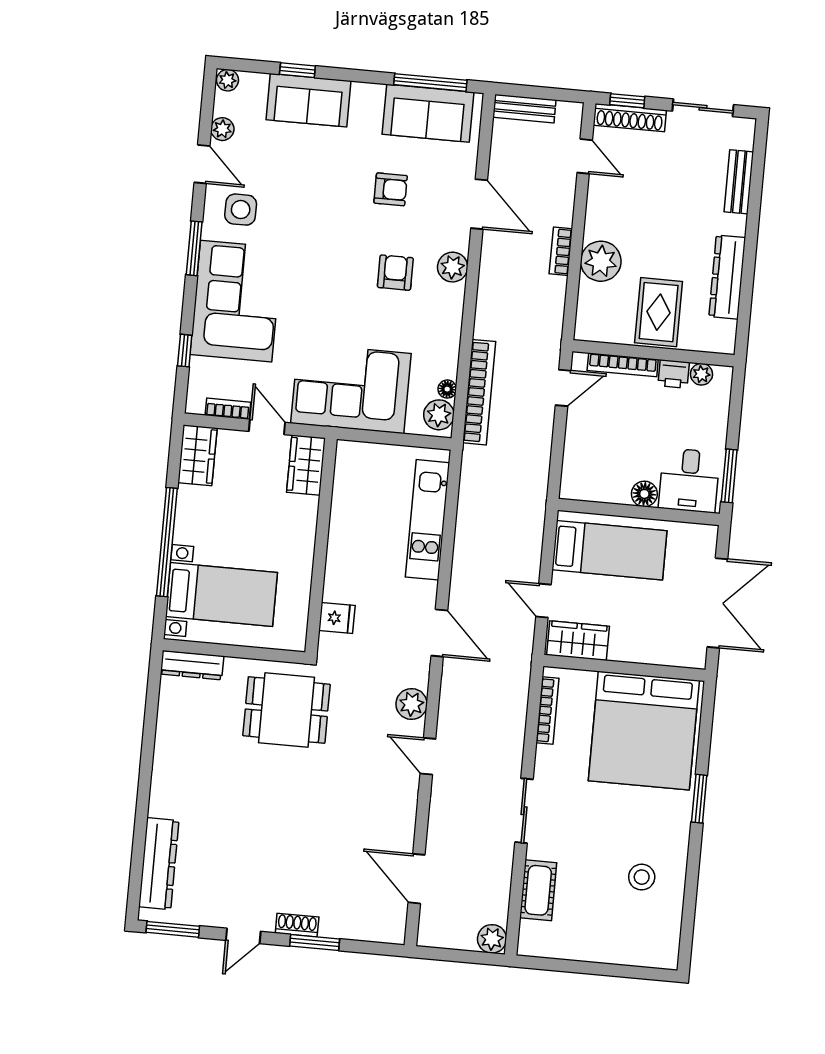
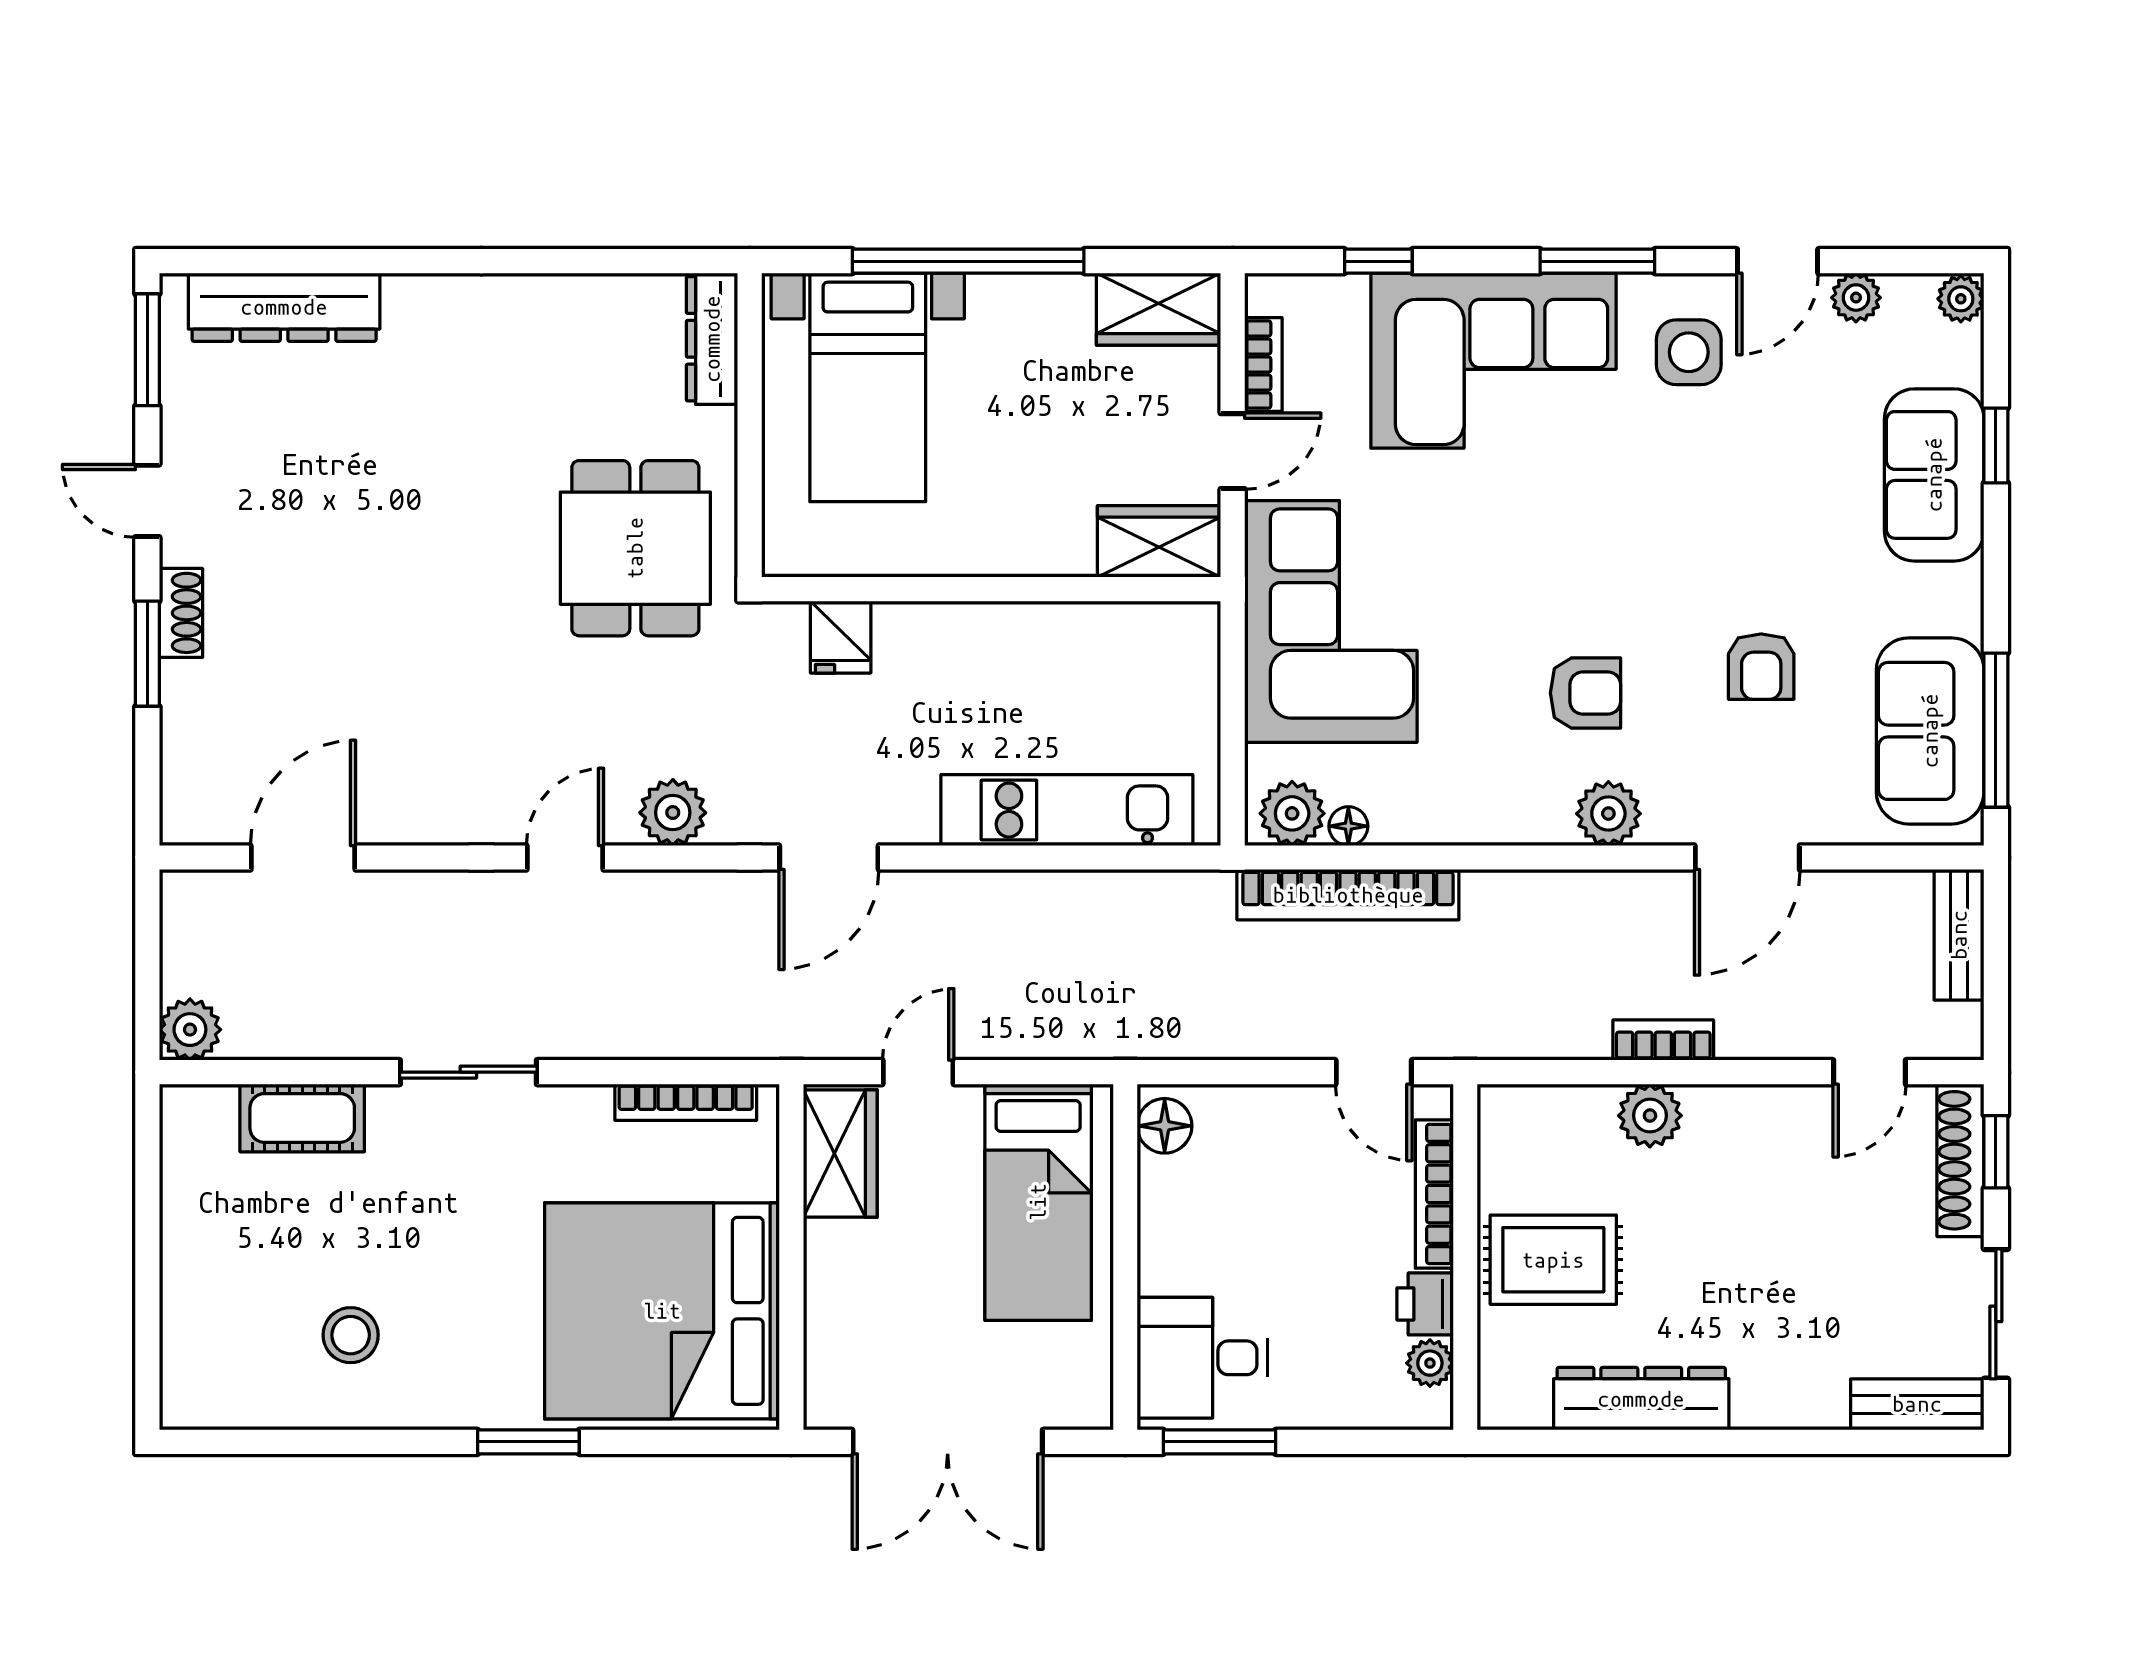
bench: (739, 182) -> (1917, 1404), moved
plant: (601, 261) -> (1650, 1116), width x0.73, depth x0.73
floor lamp: (644, 494) -> (1165, 1126), moved

